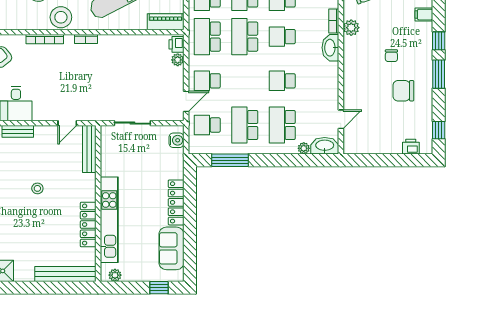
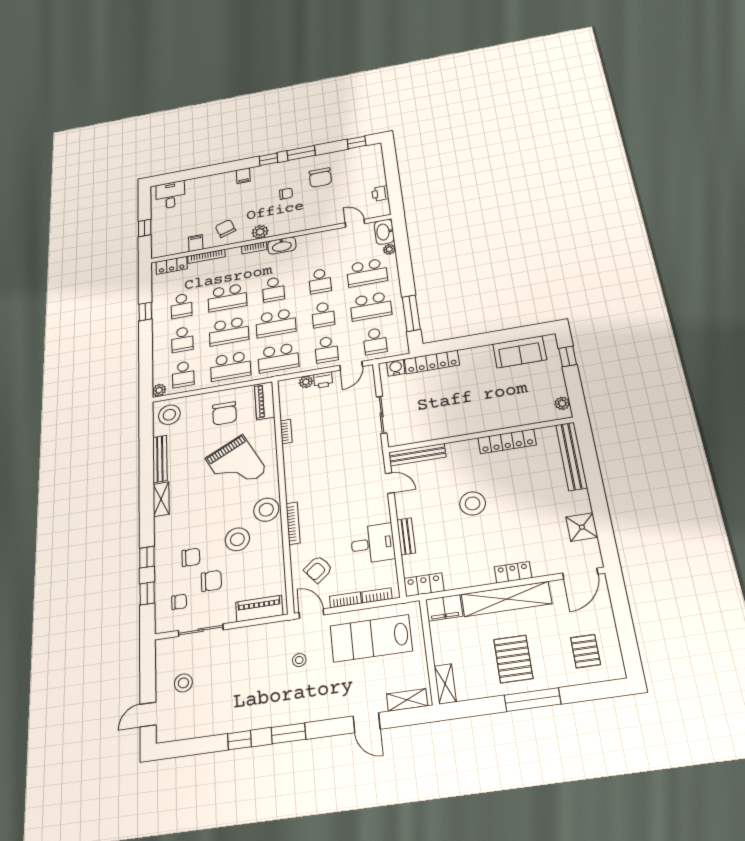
bookcase: (86, 39) -> (286, 432), moved
printer: (177, 44) -> (323, 380), moved
school desk: (245, 81) -> (323, 315), added
door: (186, 101) -> (351, 366), swing flipped
printer: (411, 147) -> (380, 193), moved
stool: (37, 188) -> (473, 503), width x1.89, depth x1.89
locker: (176, 202) -> (432, 362), moved
kitchen unit: (109, 220) -> (497, 420), removed

